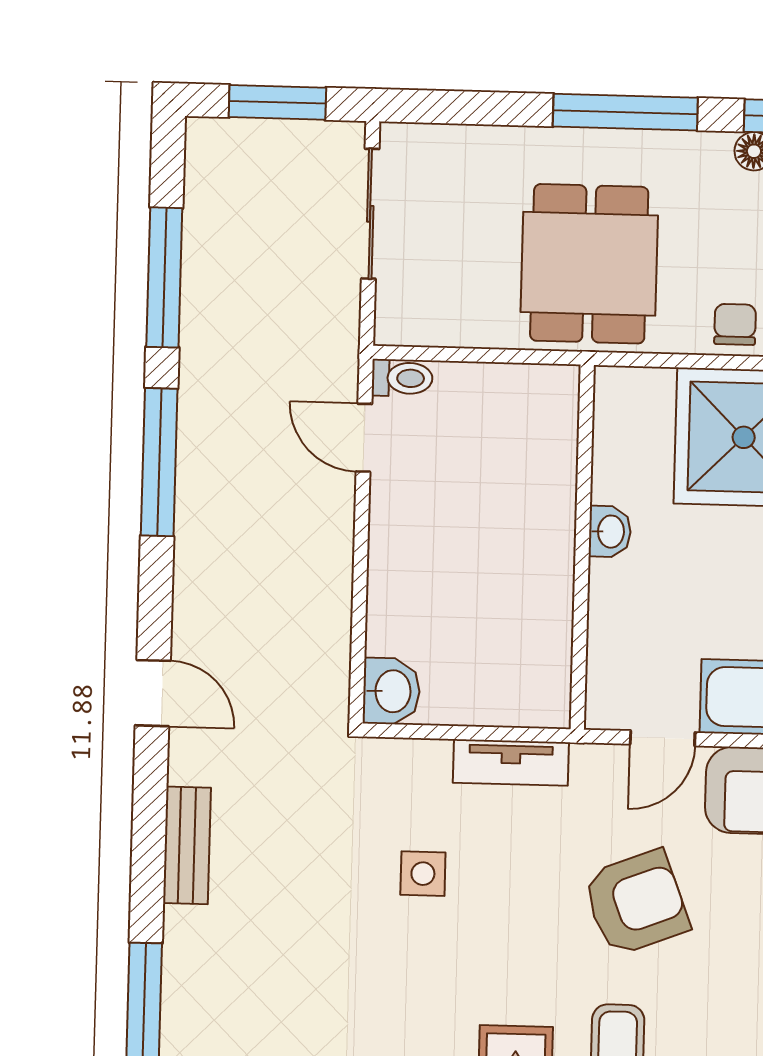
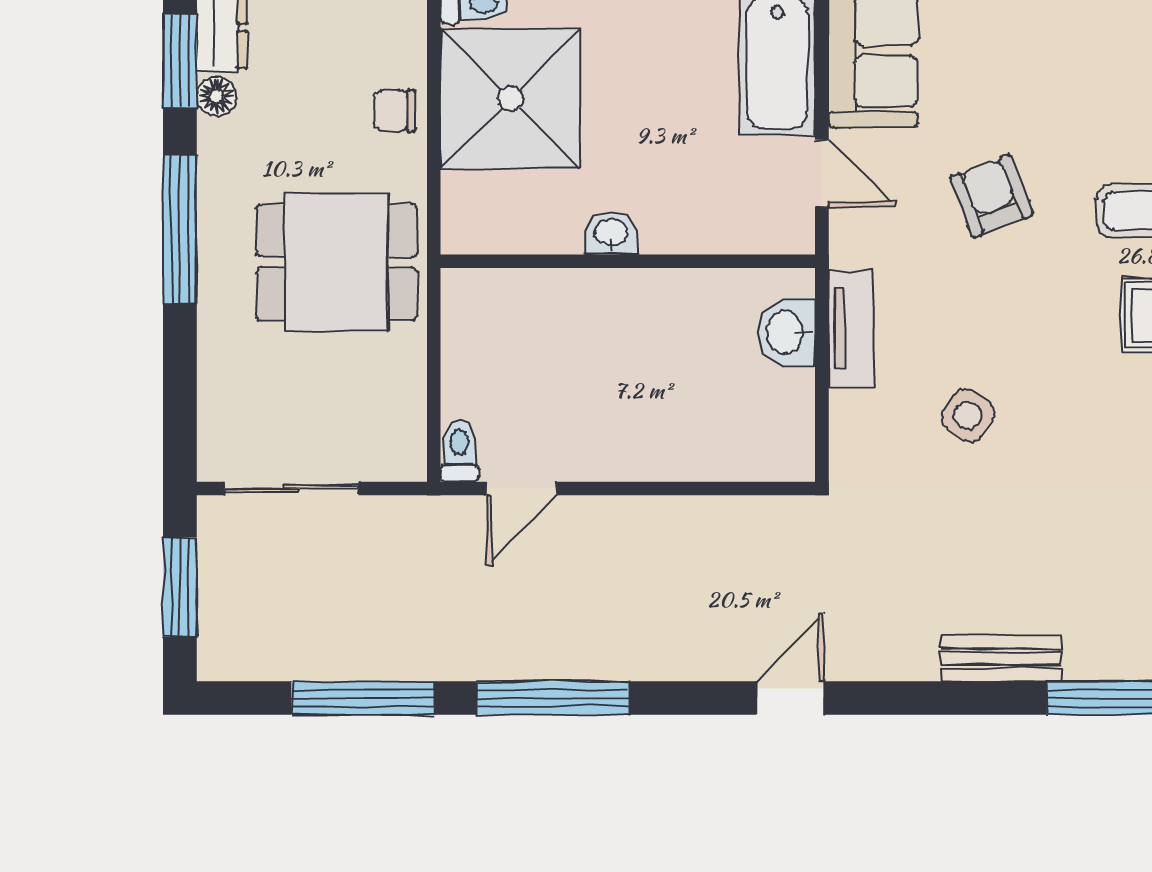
washbasin: (391, 691) -> (786, 332), moved, turned -90
bench: (187, 845) -> (1001, 658), moved
side table: (423, 874) -> (968, 415), turned 35
armchair: (636, 903) -> (991, 196), width x0.72, depth x0.72

